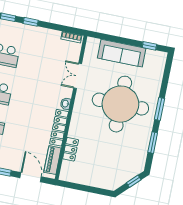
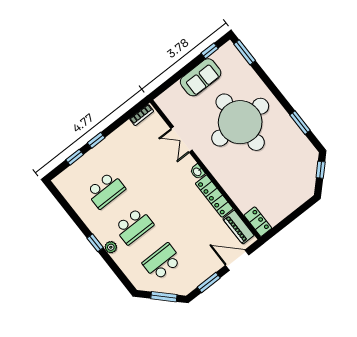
sofa: (122, 53) -> (201, 77), width x0.73
window: (159, 109) -> (245, 52), moved
locker: (71, 149) -> (258, 222), moved

